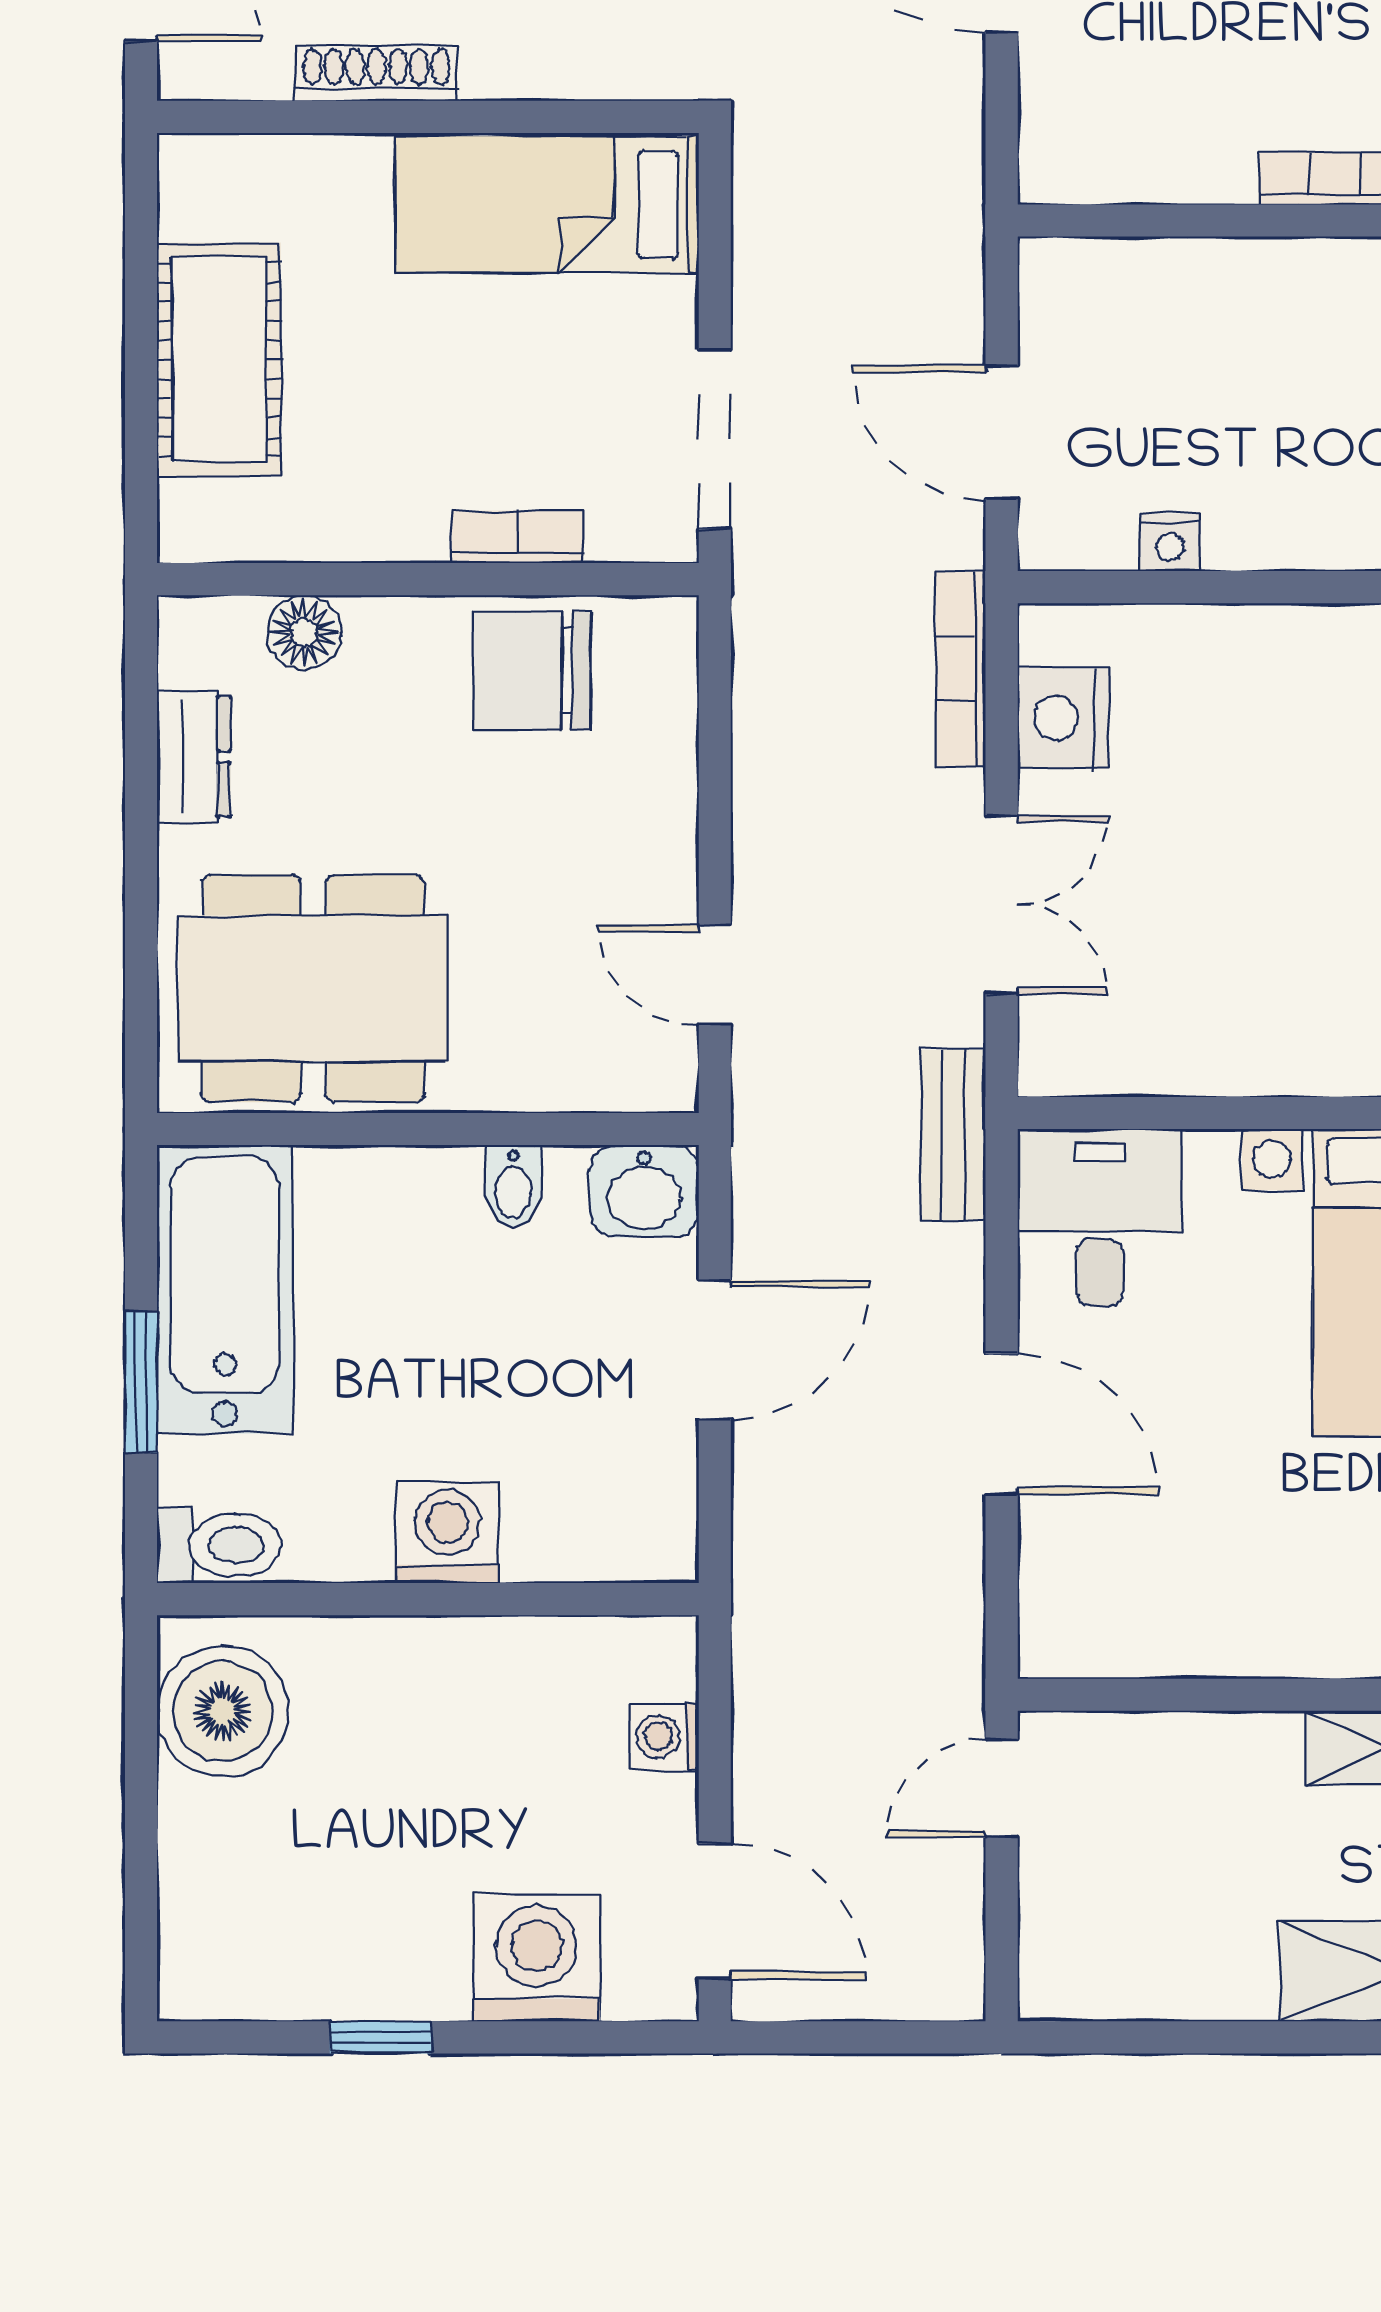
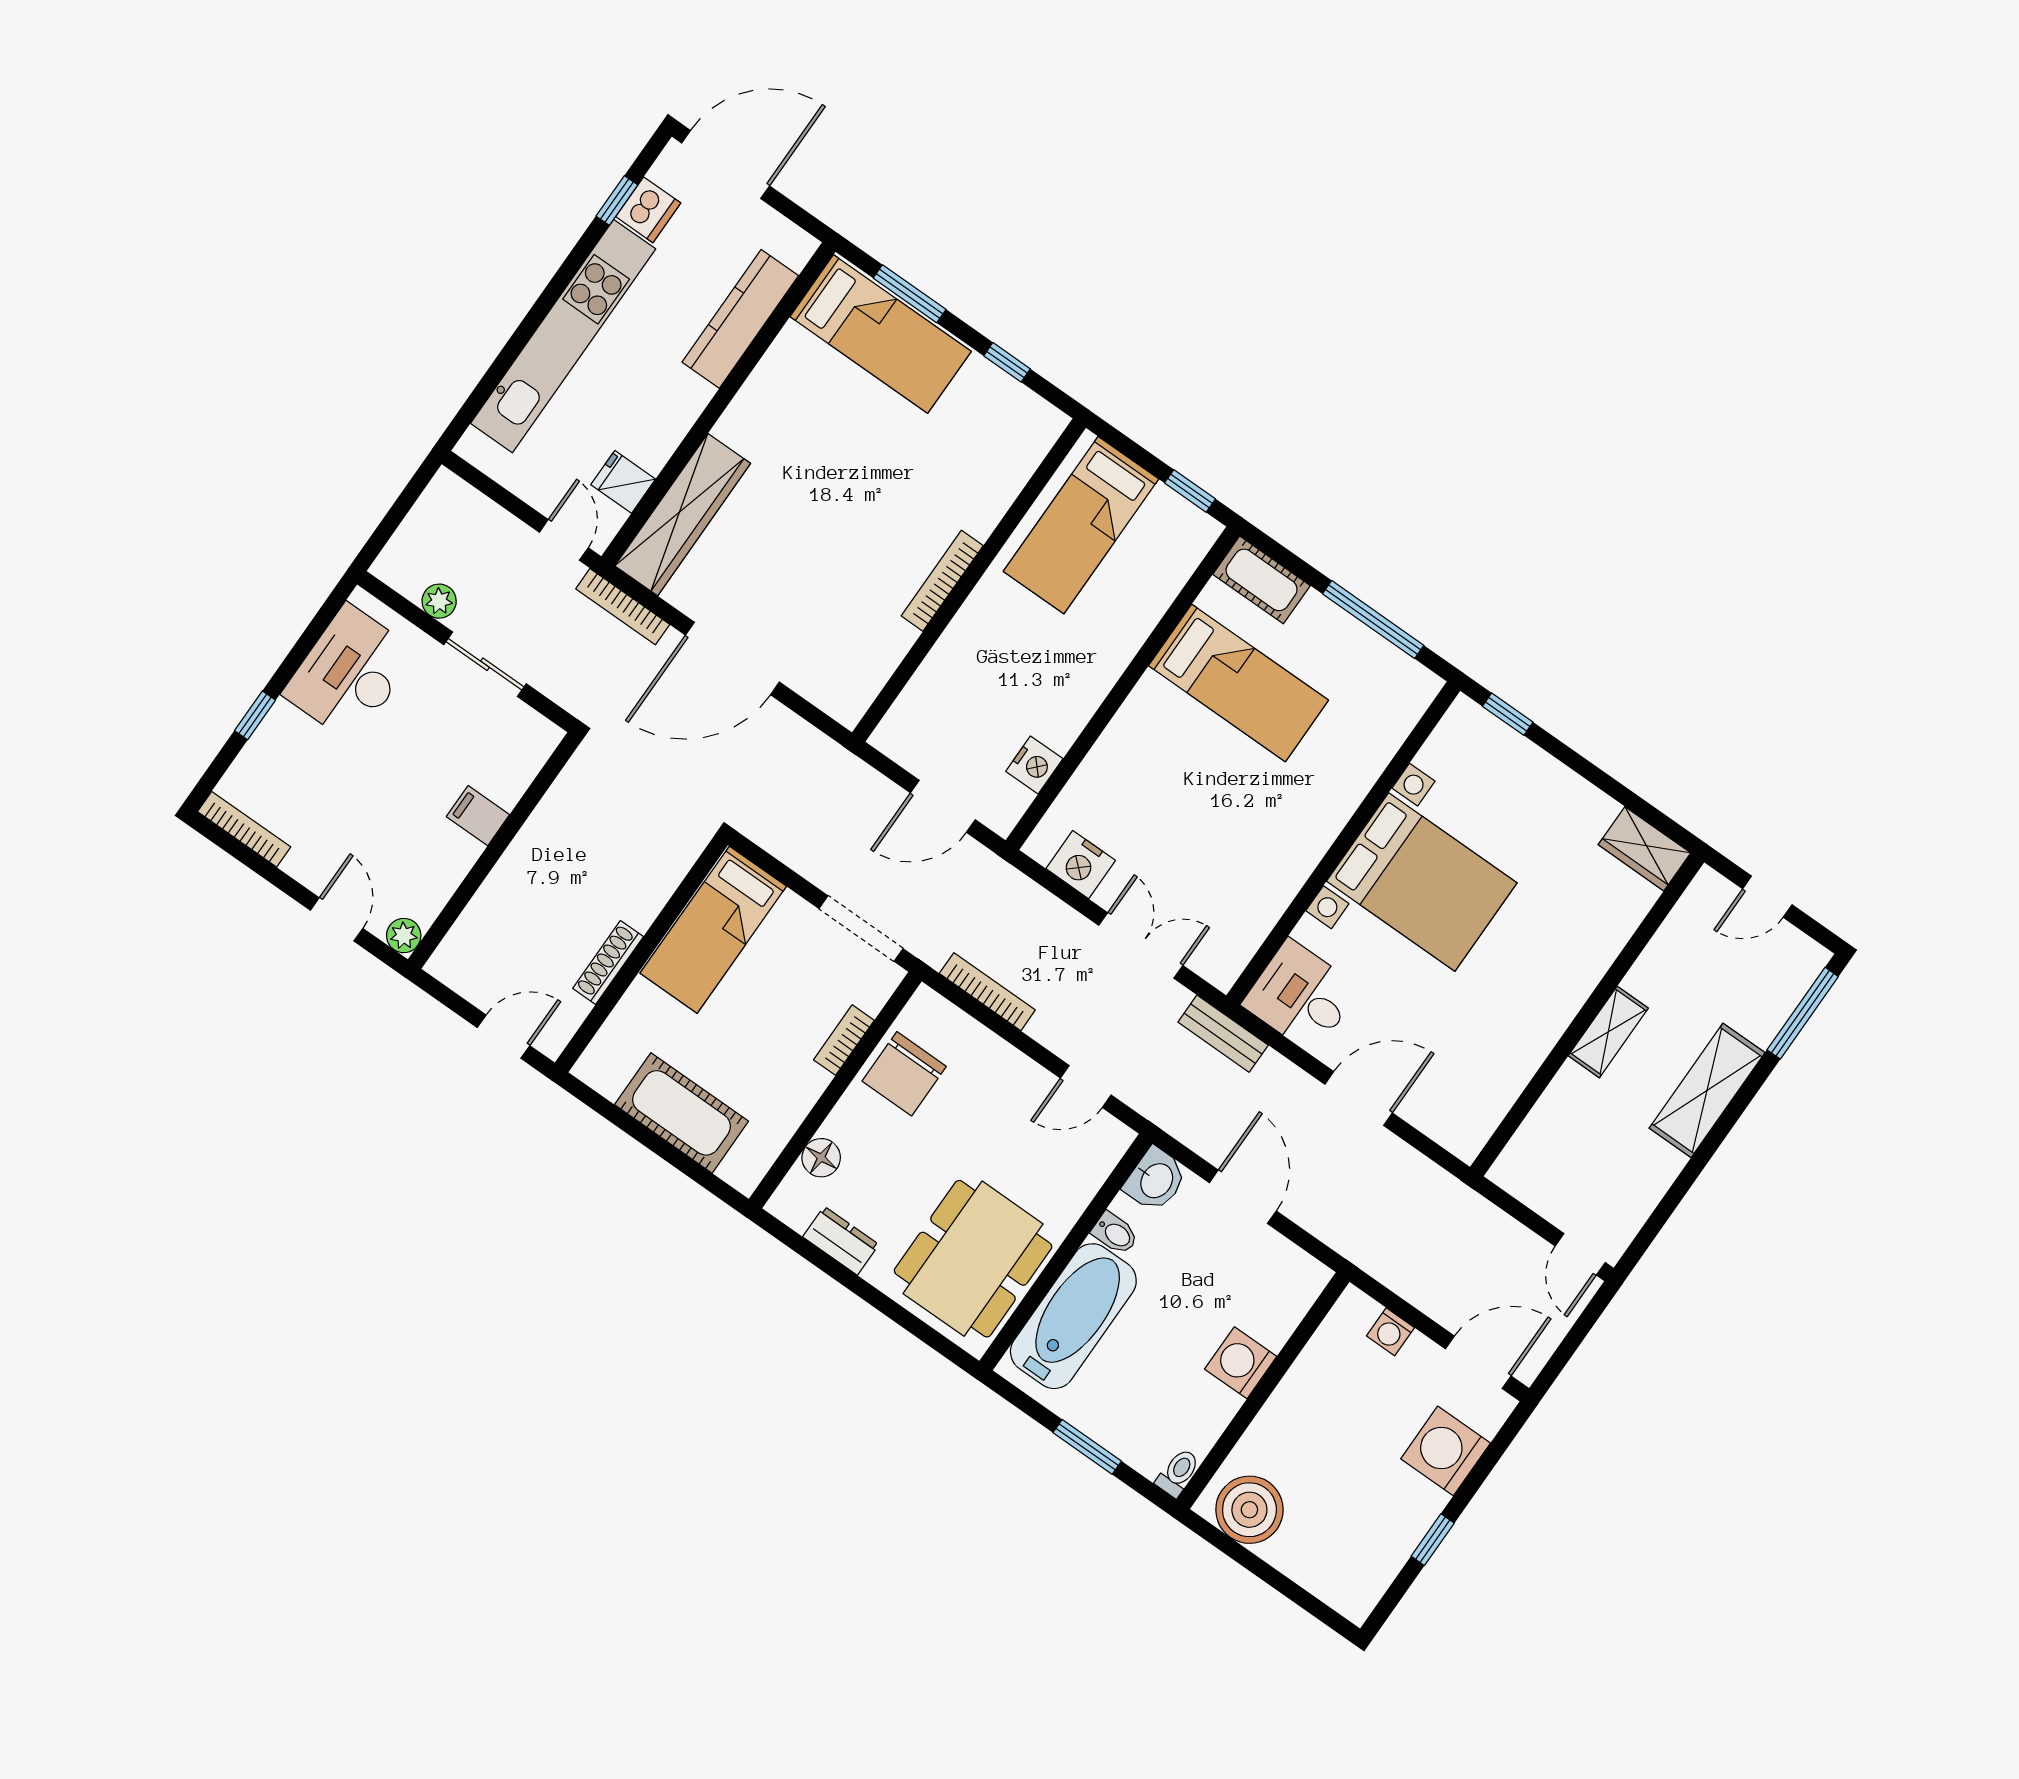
nightstand: (1170, 542) -> (1034, 765), width x1.39, depth x1.35
bookcase: (961, 668) -> (987, 992), moved, turned 180
bathtub: (225, 1289) -> (1073, 1316), moved, turned 90
toilet: (219, 1545) -> (1178, 1473), width x0.73, depth x0.72
door: (1002, 1788) -> (1580, 1254), moved

